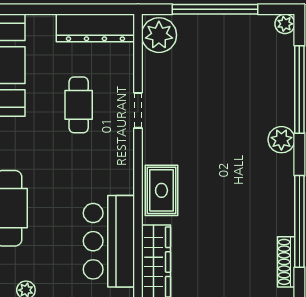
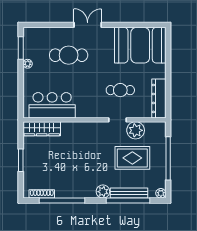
plant: (159, 35) -> (136, 130), moved
bench: (284, 87) -> (129, 193), added
rug: (161, 190) -> (132, 158), moved, width x1.36, depth x1.43

